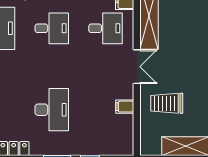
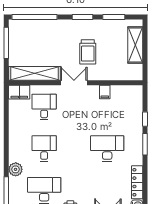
trolley: (167, 103) -> (88, 52), moved

